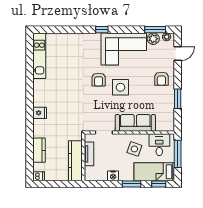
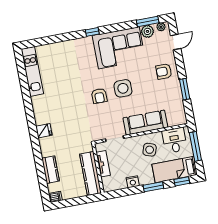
armchair: (161, 79) -> (164, 71), turned 90
armchair: (99, 80) -> (99, 96), moved

